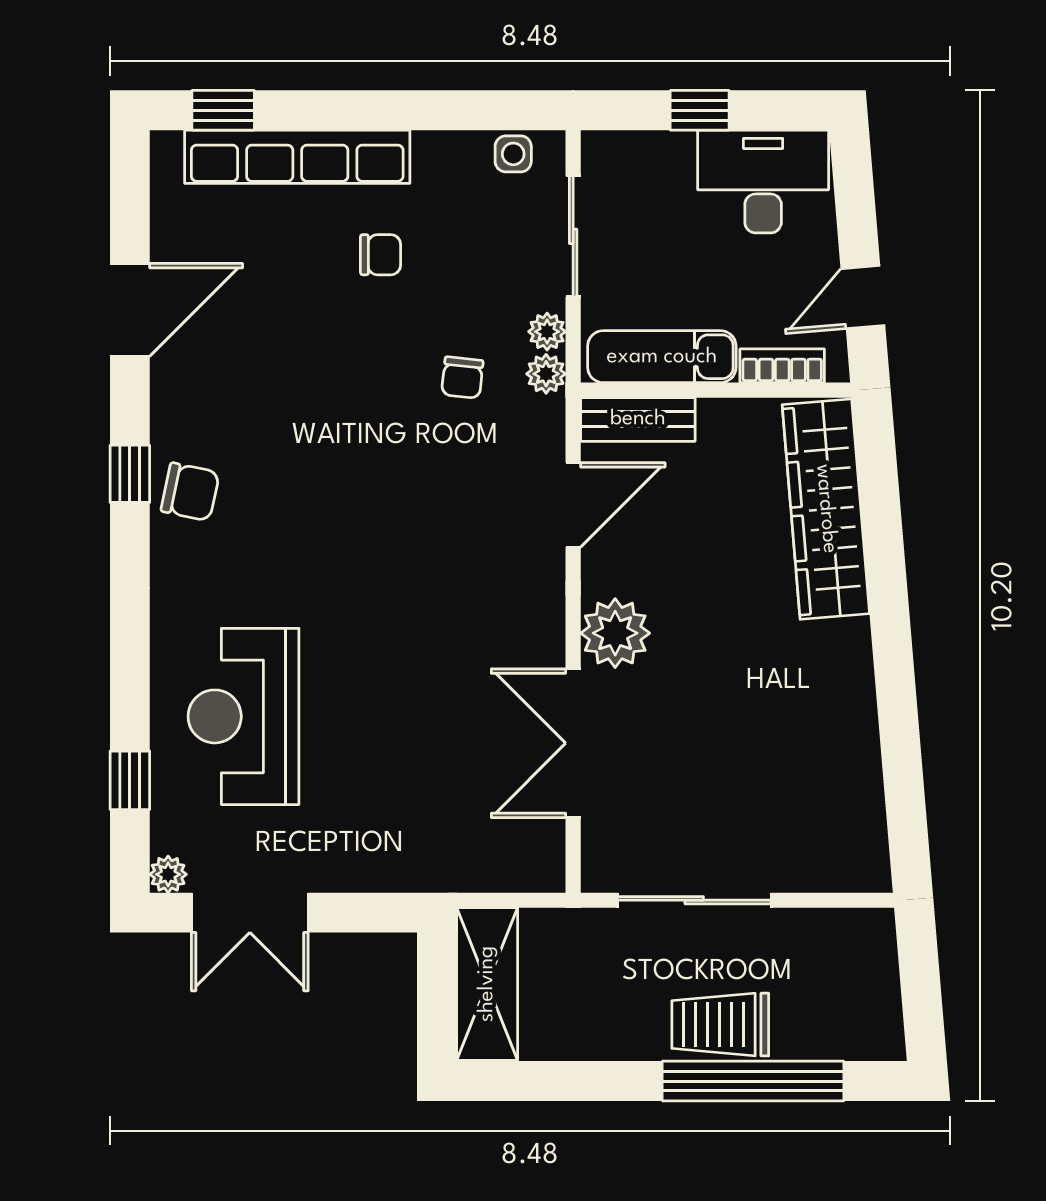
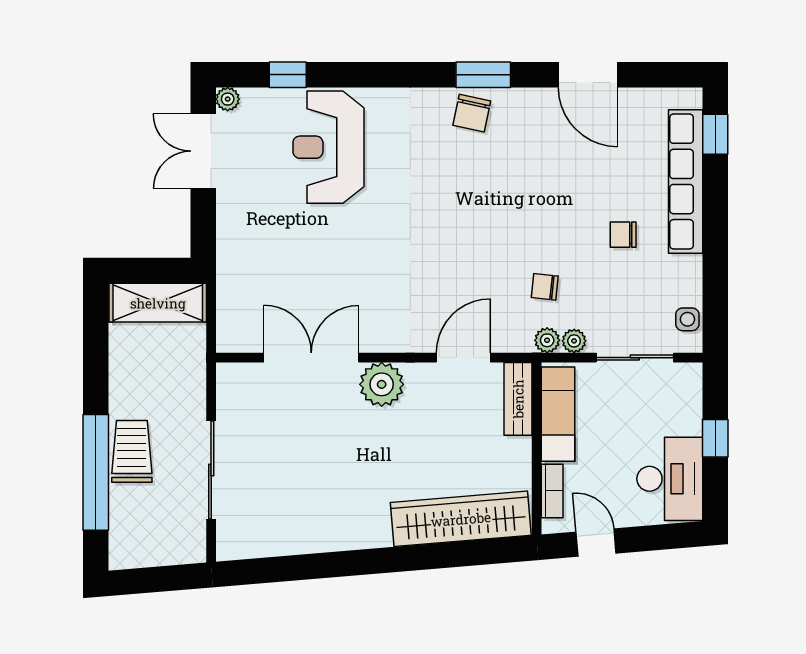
chair: (381, 255) -> (623, 235), turned 90
window: (130, 474) -> (483, 75), width x1.50
door: (573, 505) -> (463, 358), swing flipped
reception desk: (243, 716) -> (328, 147), turned -90
sliding door: (694, 900) -> (211, 470), moved

